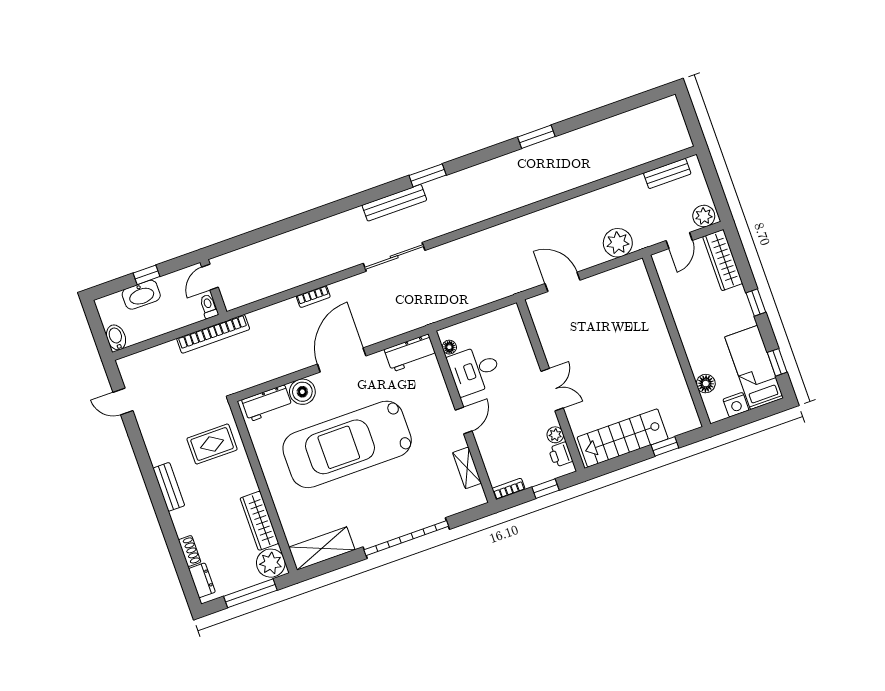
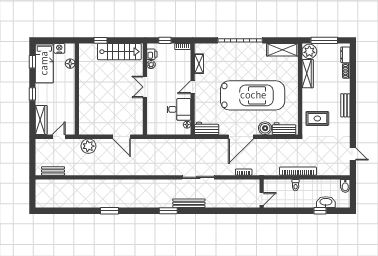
plant: (704, 216) -> (43, 144), removed
door: (210, 277) -> (262, 199), moved
wall: (213, 287) -> (262, 194), moved

